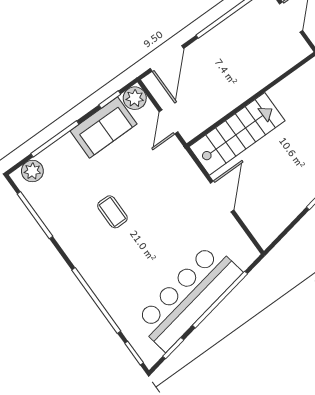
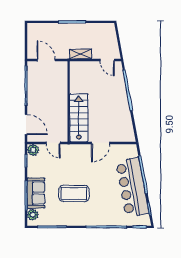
sofa: (104, 127) -> (36, 193), moved
door: (222, 196) -> (100, 143), swing flipped
coffee table: (112, 212) -> (74, 193), width x1.86, depth x1.72

